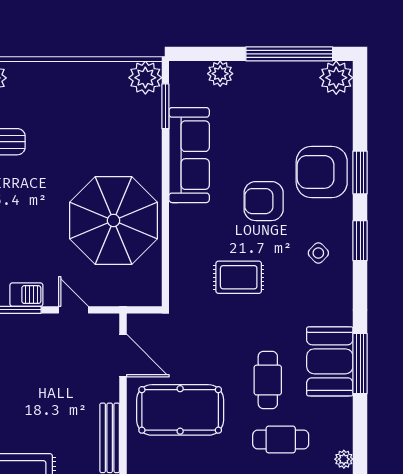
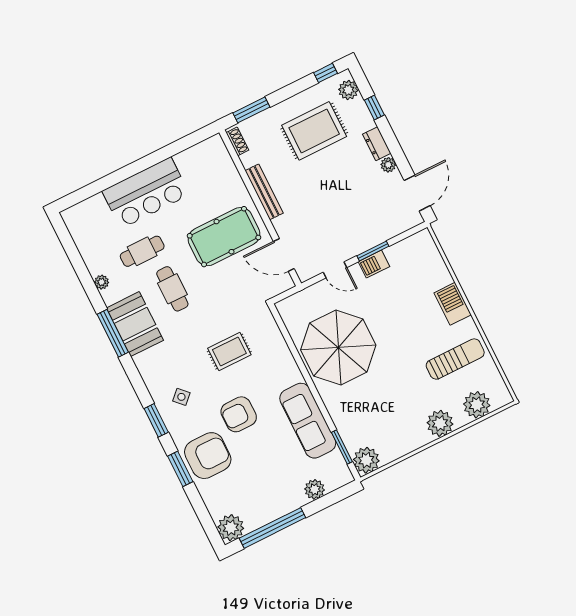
plant: (41, 78) -> (440, 423), added
armchair: (264, 201) -> (239, 414), turned 180
plant: (344, 459) -> (102, 282), moved

